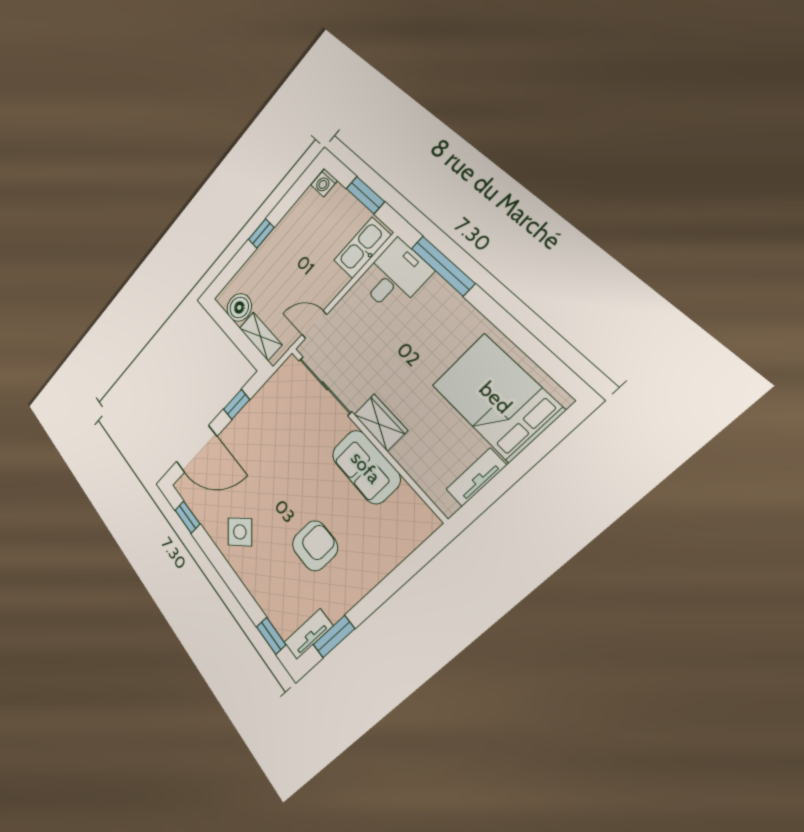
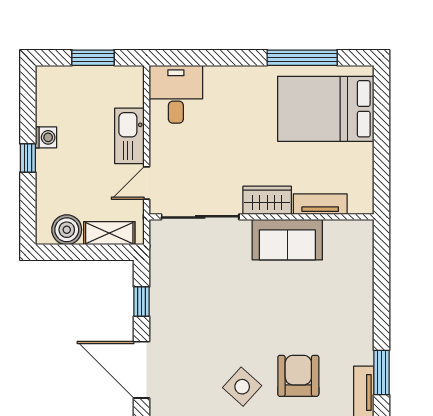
washing machine: (324, 183) -> (46, 137), moved, turned -90
kitchen sink: (362, 248) -> (129, 136), moved
window: (443, 266) -> (302, 58), moved
door: (196, 449) -> (142, 370), swing flipped
tv unit: (476, 477) -> (320, 204), moved, turned 90
armchair: (315, 546) -> (298, 376), moved

